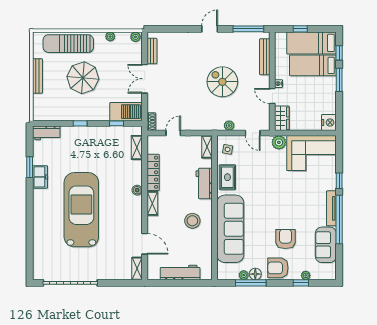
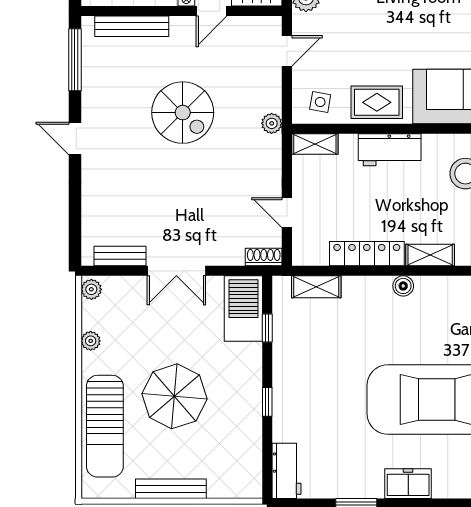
spiral stairs: (222, 82) -> (183, 113), turned -90
plant: (229, 126) -> (272, 123), moved
freezer: (40, 177) -> (408, 484), moved

